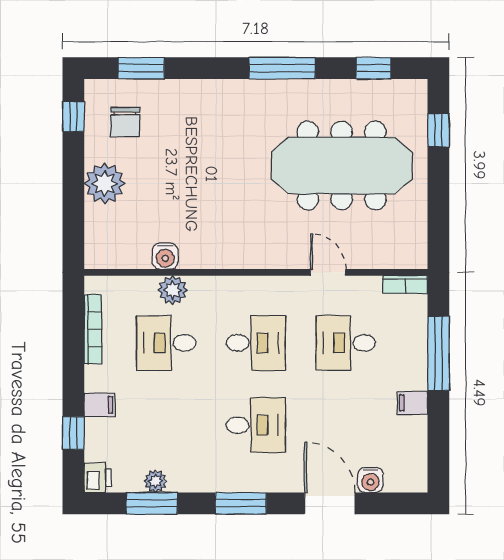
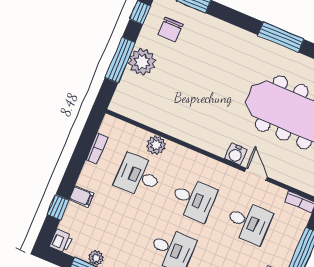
window: (73, 194) -> (120, 60), added
water cooler: (165, 256) -> (236, 154), moved
bookcase: (93, 329) -> (97, 148), width x0.64
desk: (346, 343) -> (249, 222), turned 180

